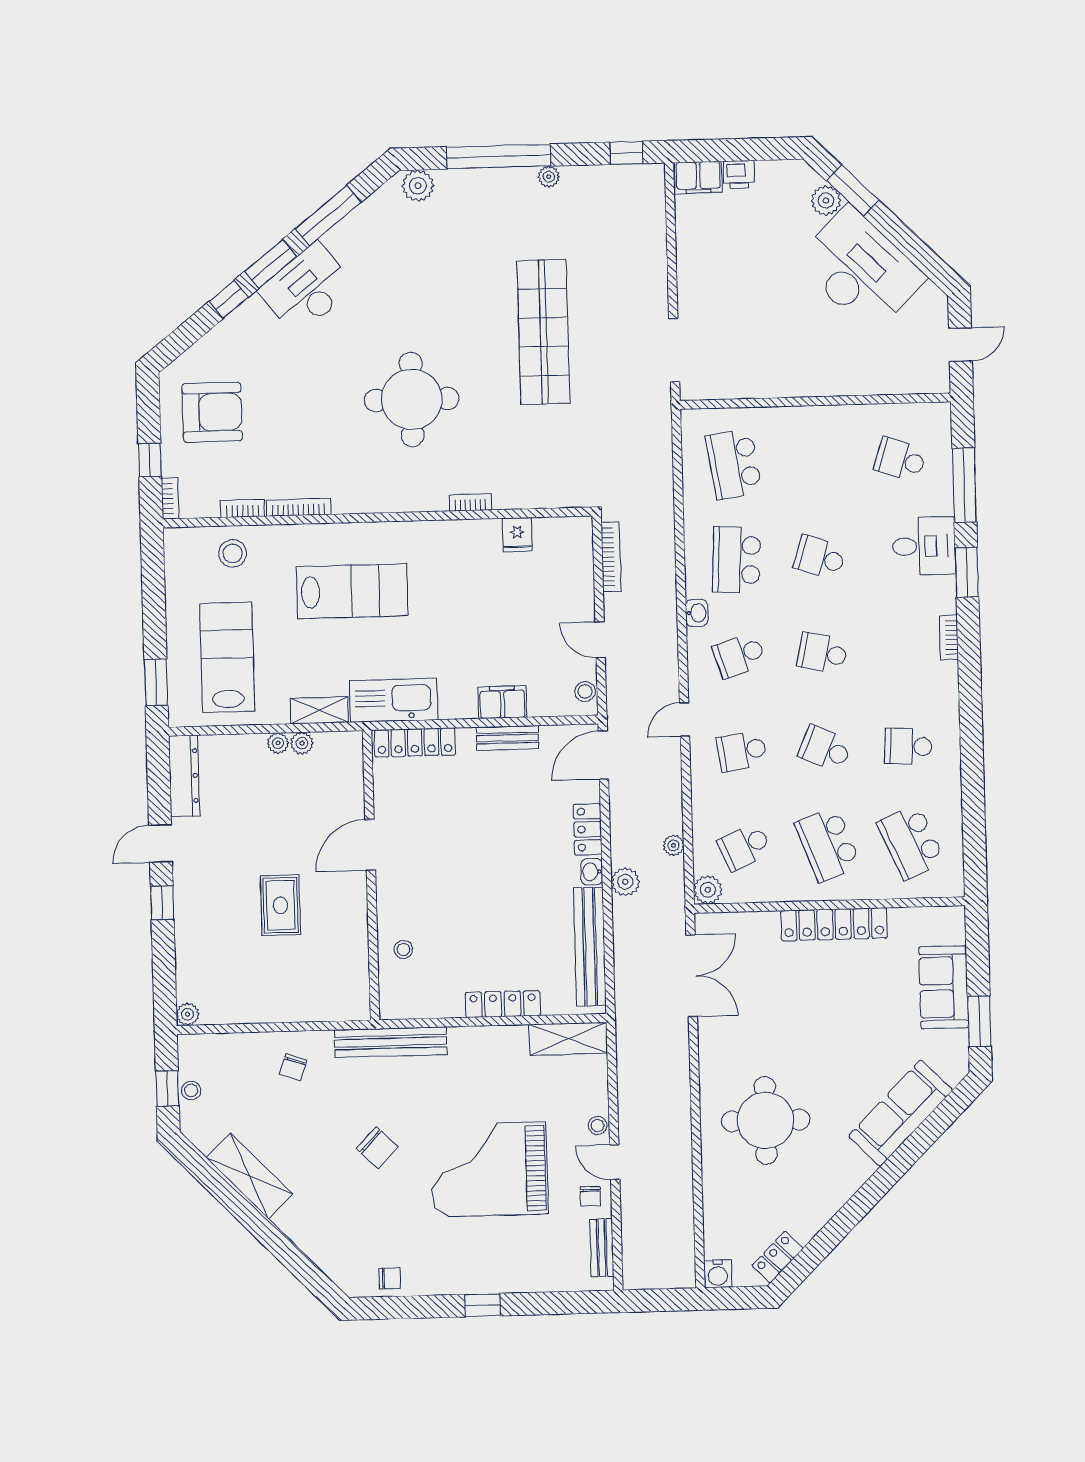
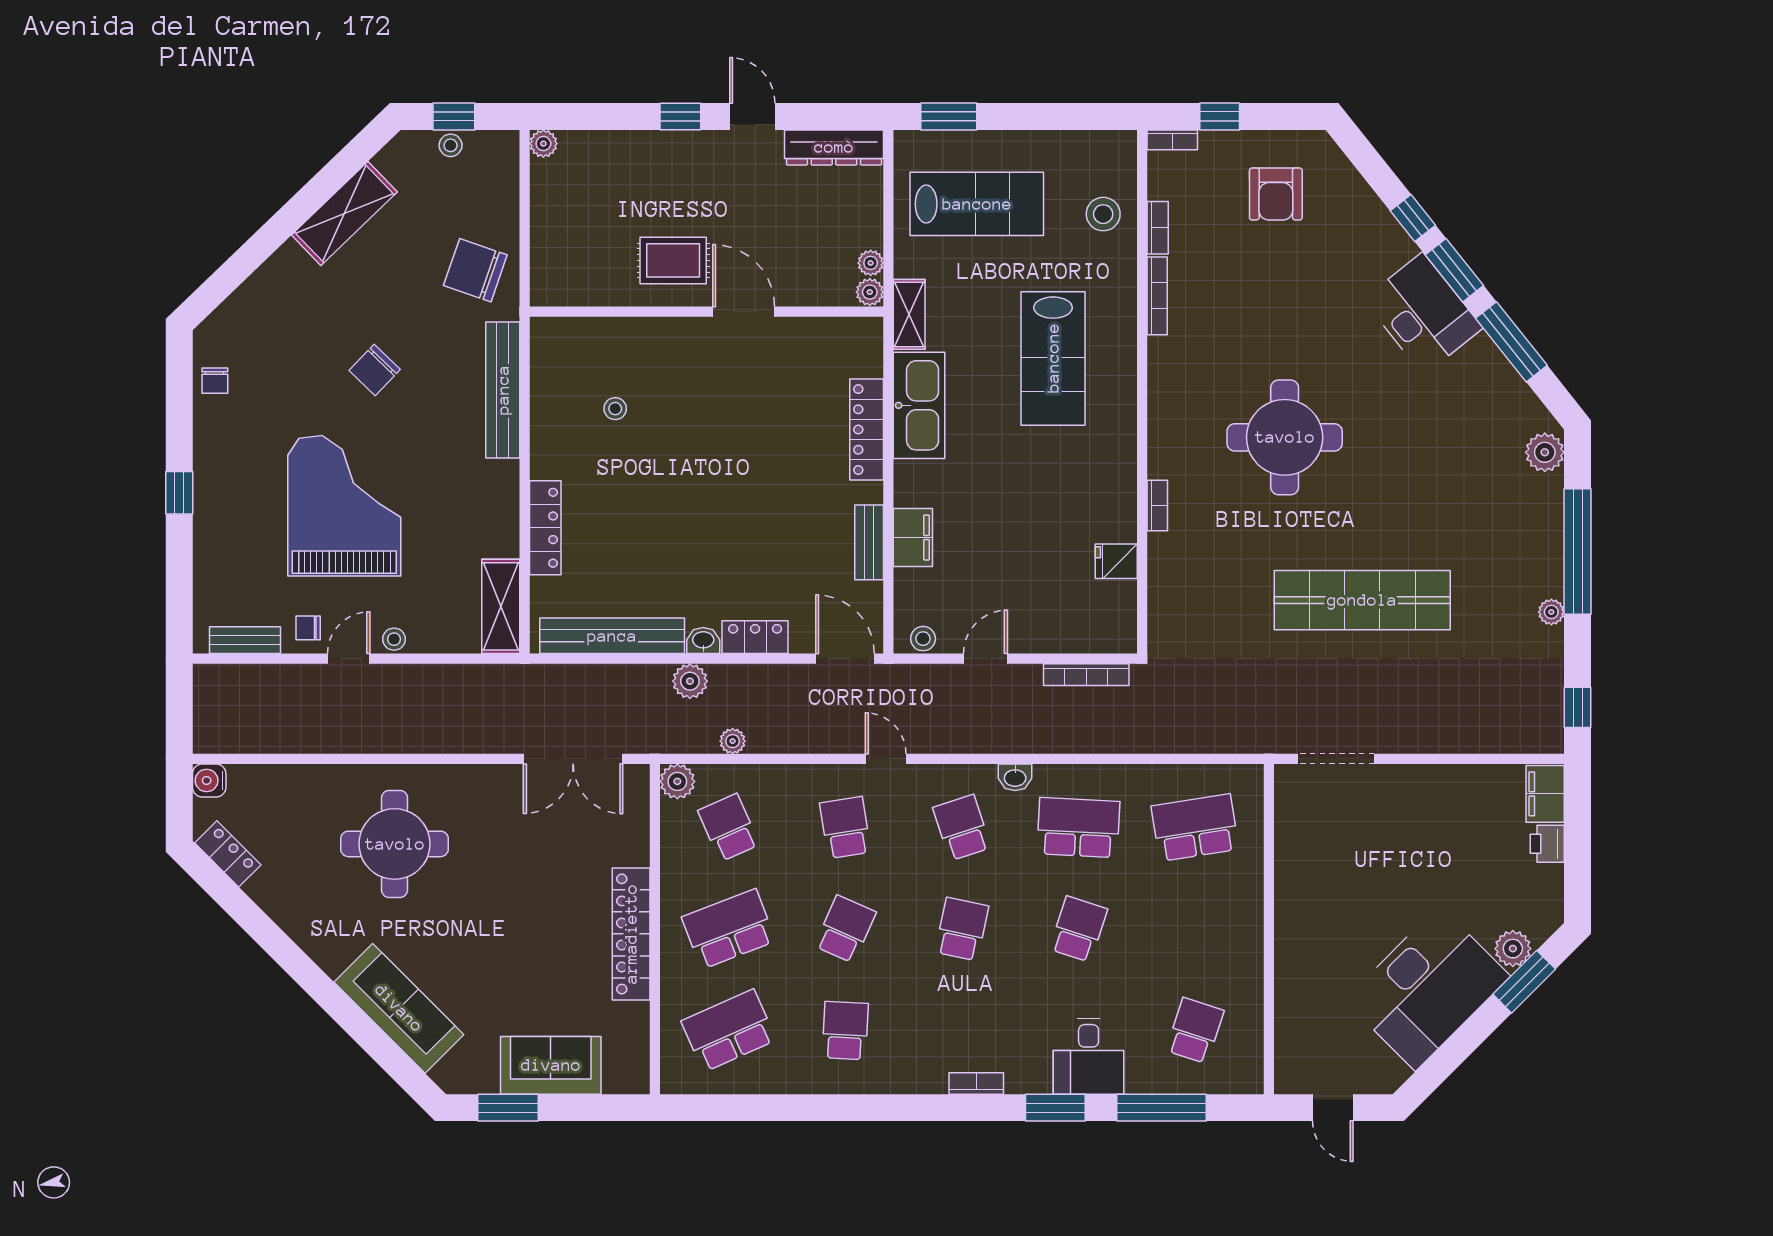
armchair: (212, 412) -> (1276, 194), width x0.73, depth x0.73
door: (370, 845) -> (744, 312), moved
wall: (371, 875) -> (707, 312), moved
chair: (293, 1067) -> (475, 270), width x1.87, depth x1.87

